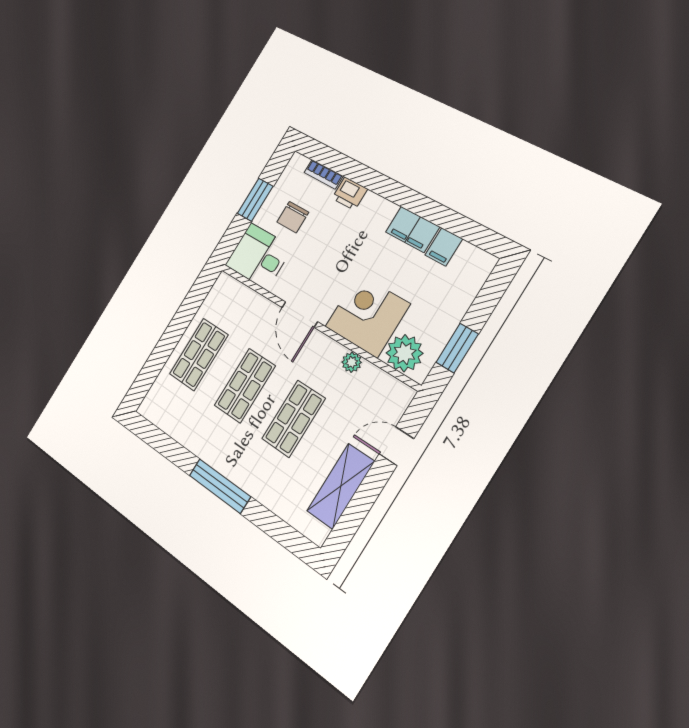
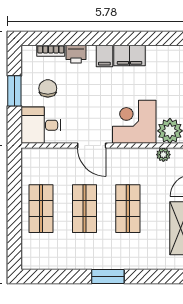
chair: (293, 217) -> (48, 88), turned 180
filing cabinet: (444, 247) -> (104, 56), moved
plant: (352, 362) -> (163, 155), moved
window: (220, 486) -> (108, 277), width x0.69

